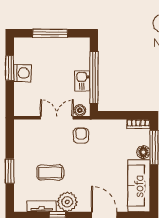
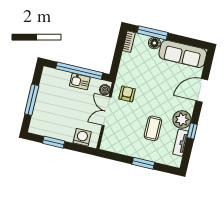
washing machine: (22, 73) -> (82, 137), moved
armchair: (81, 135) -> (127, 94), turned 90

